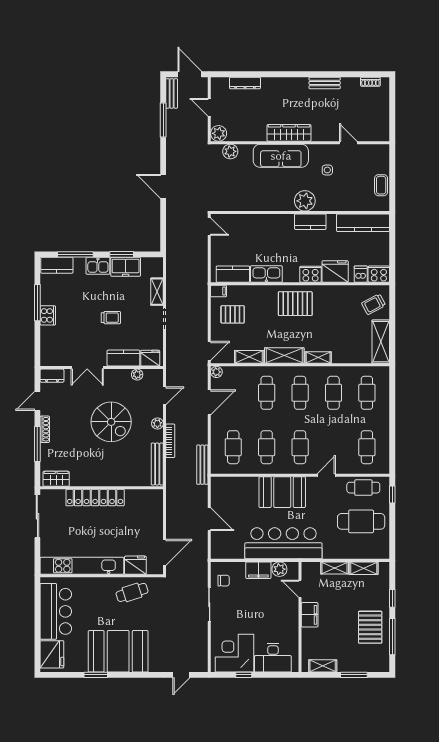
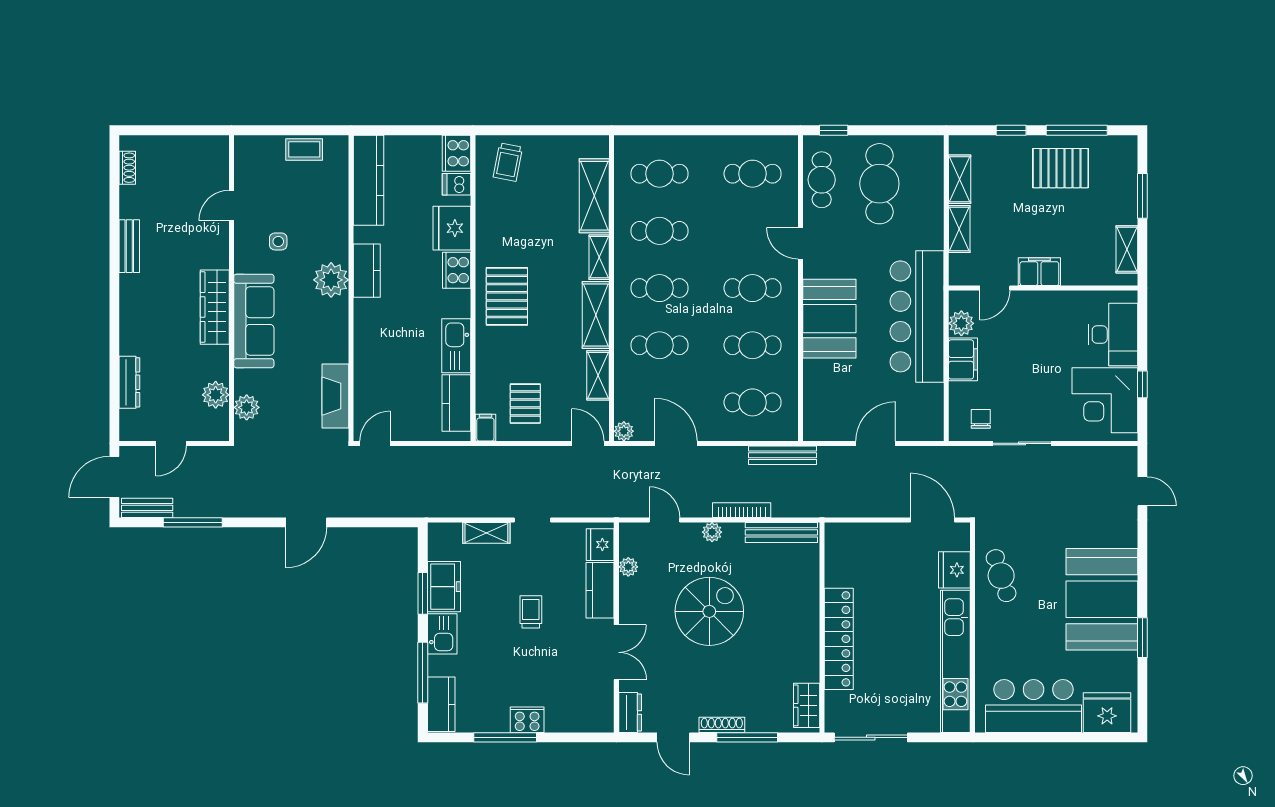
plant: (219, 133) -> (216, 395), moved
fireplace: (237, 203) -> (335, 396), added
trolley: (374, 304) -> (508, 162), turned 39
shelving: (381, 342) -> (594, 196), moved, turned 90

